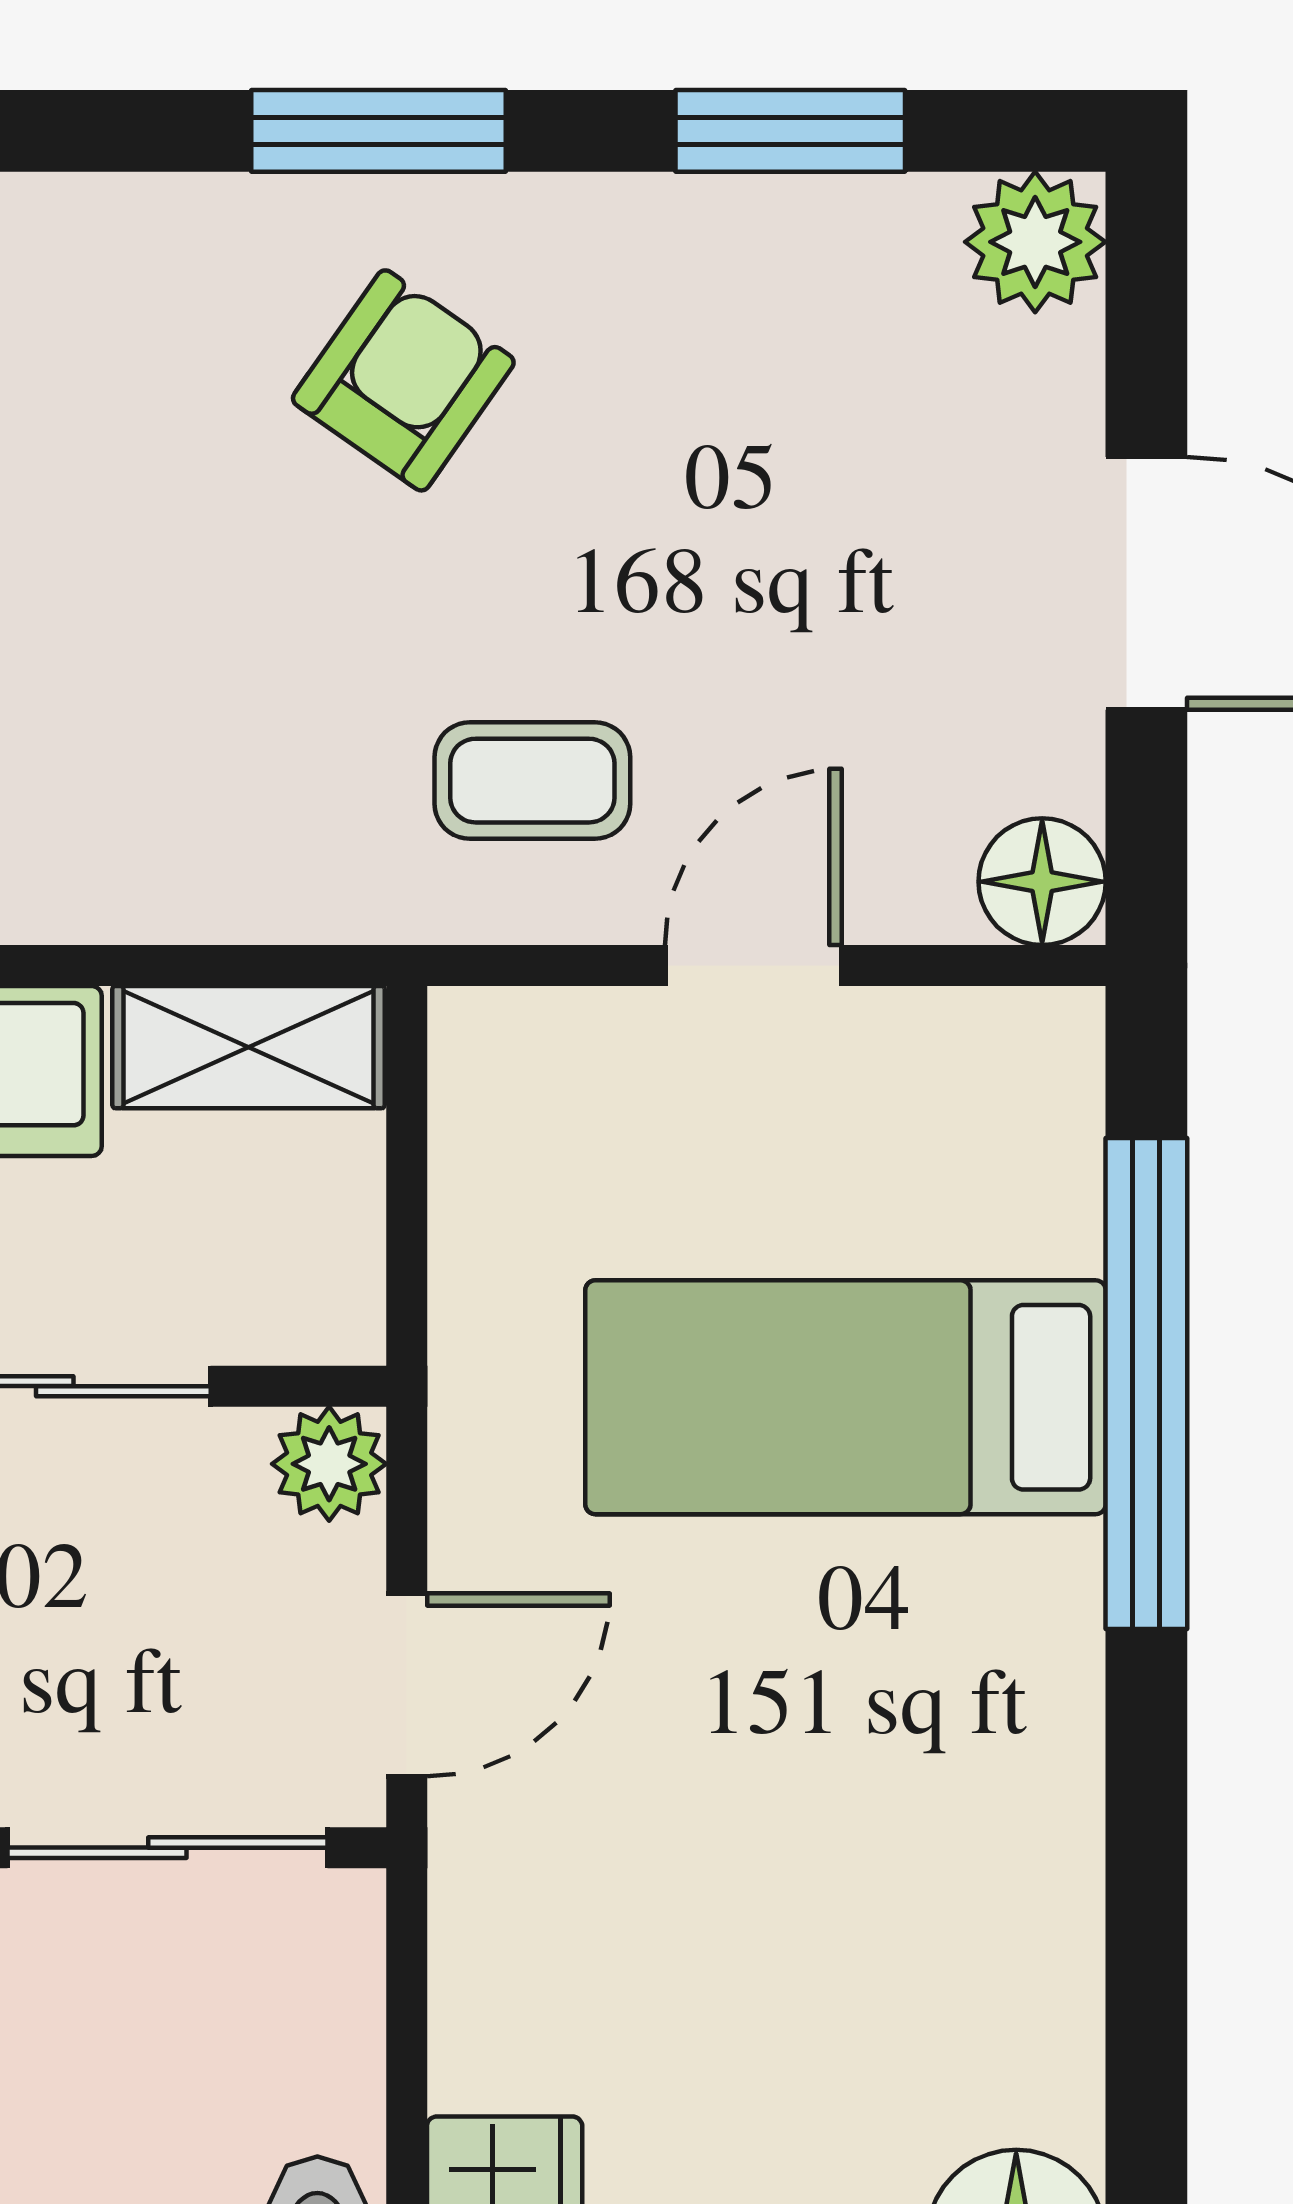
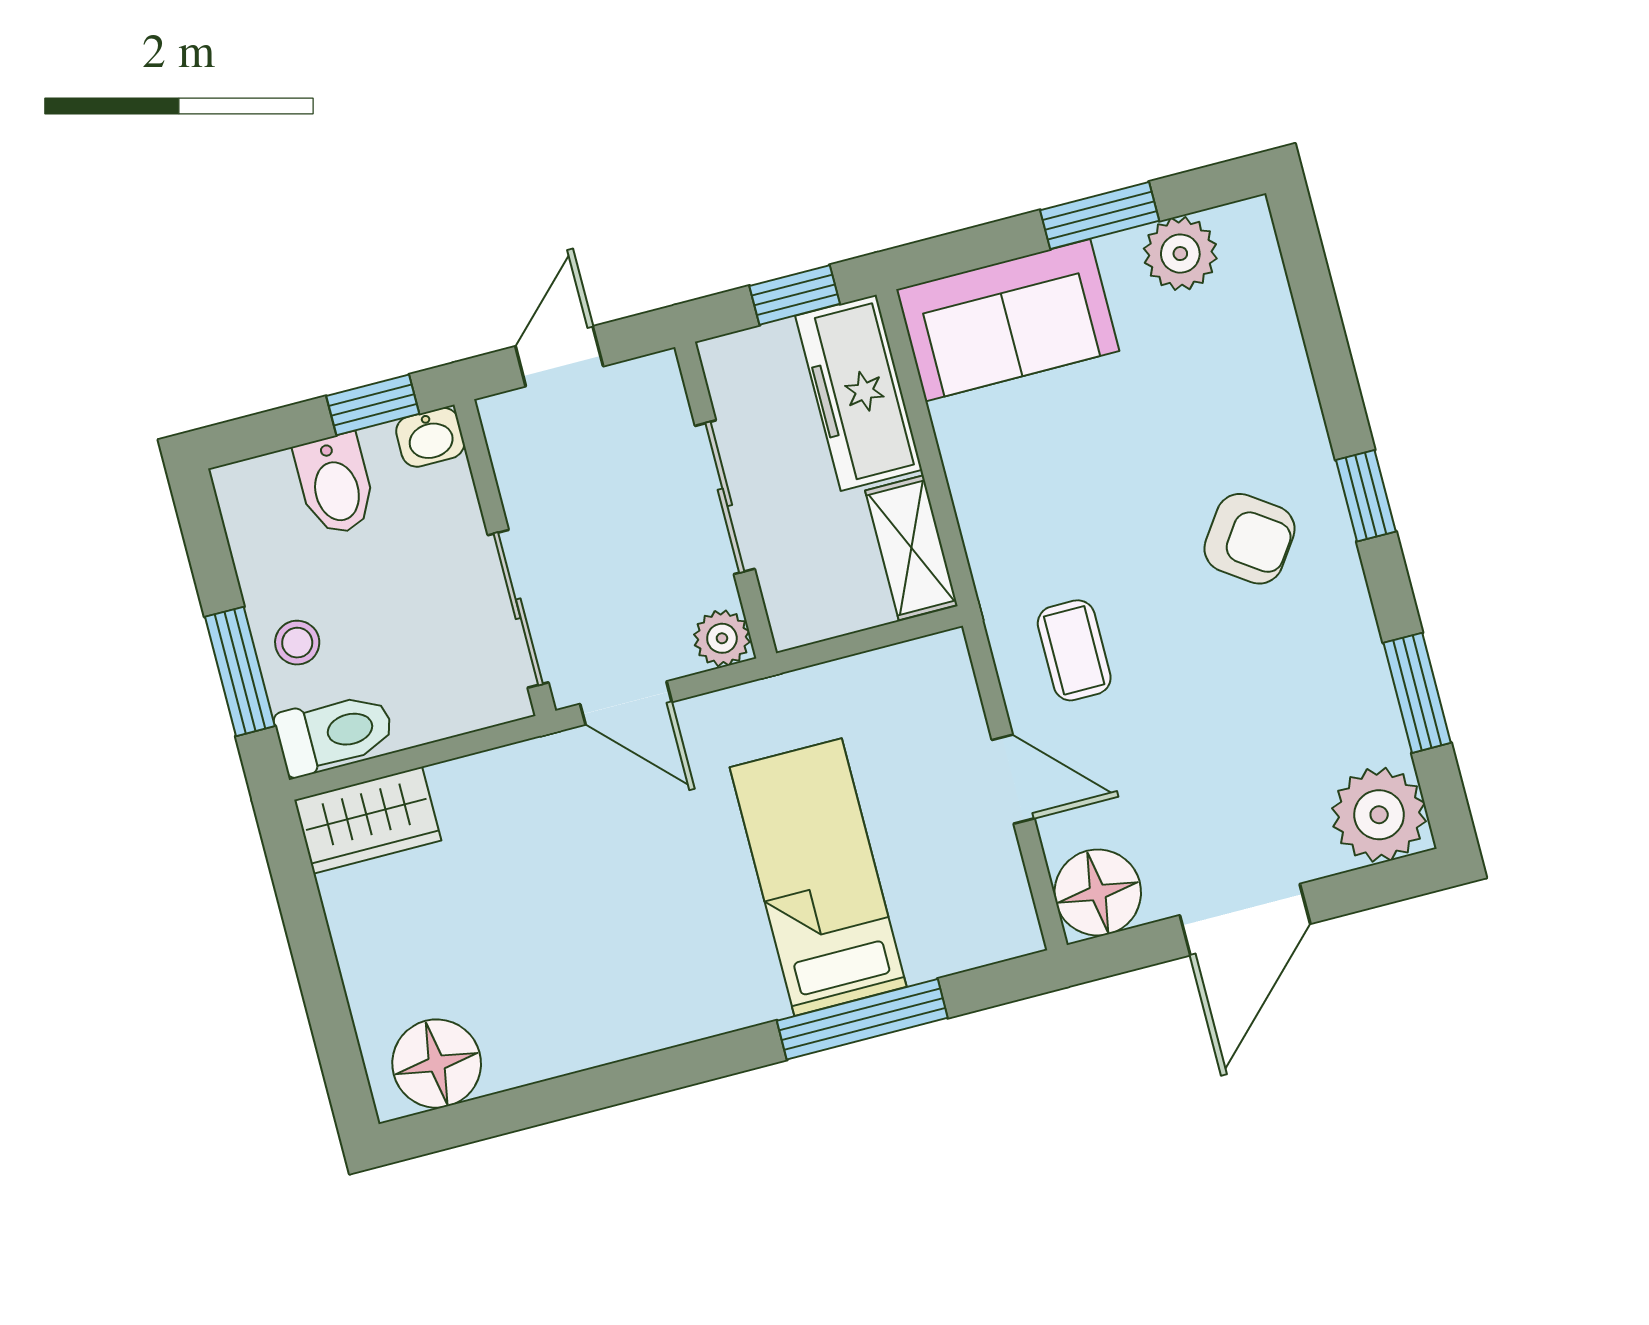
window: (378, 131) -> (1366, 496), width x0.67
plant: (1035, 242) -> (1379, 815), width x1.36, depth x1.36
floor lamp: (1042, 882) -> (1098, 892), width x1.38, depth x1.38
window: (1146, 1384) -> (862, 1019), width x0.68

